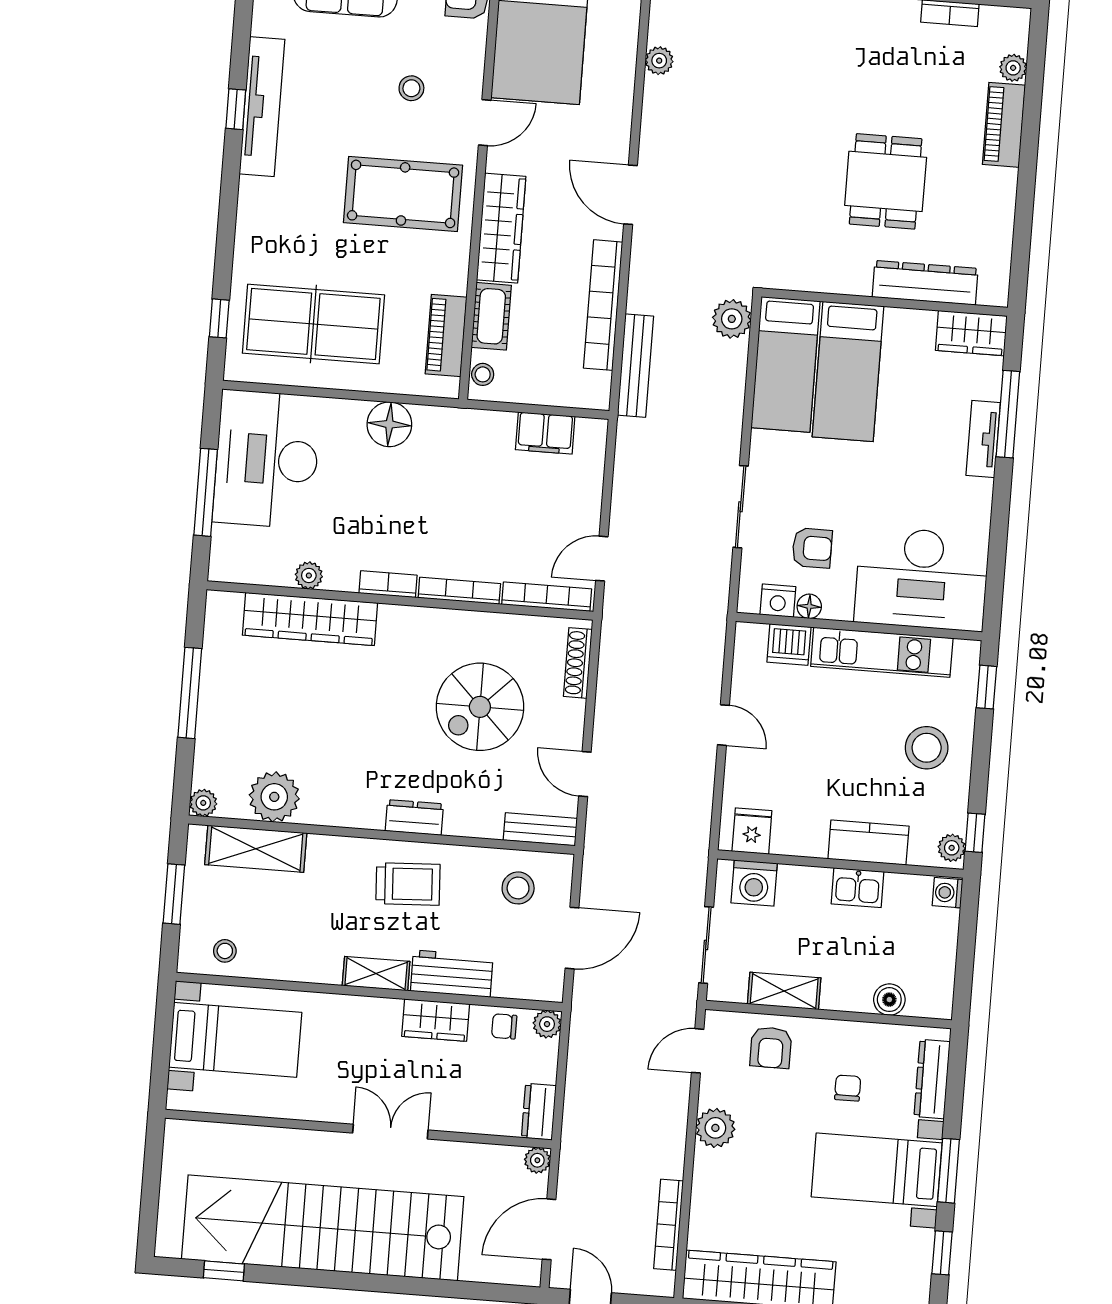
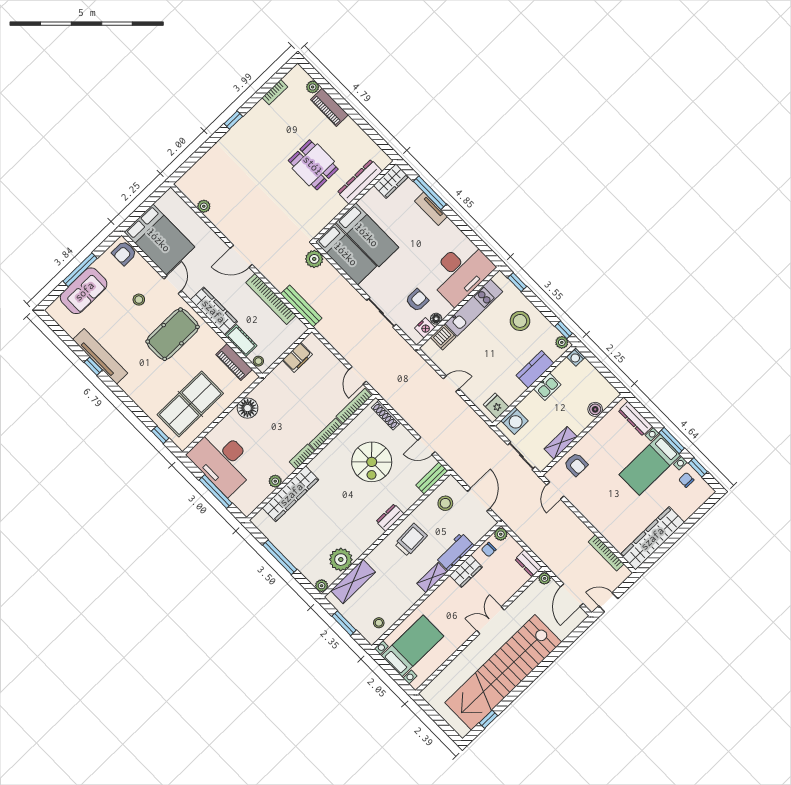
chair: (848, 1088) -> (686, 480), moved
plant: (715, 1128) -> (587, 508), removed

